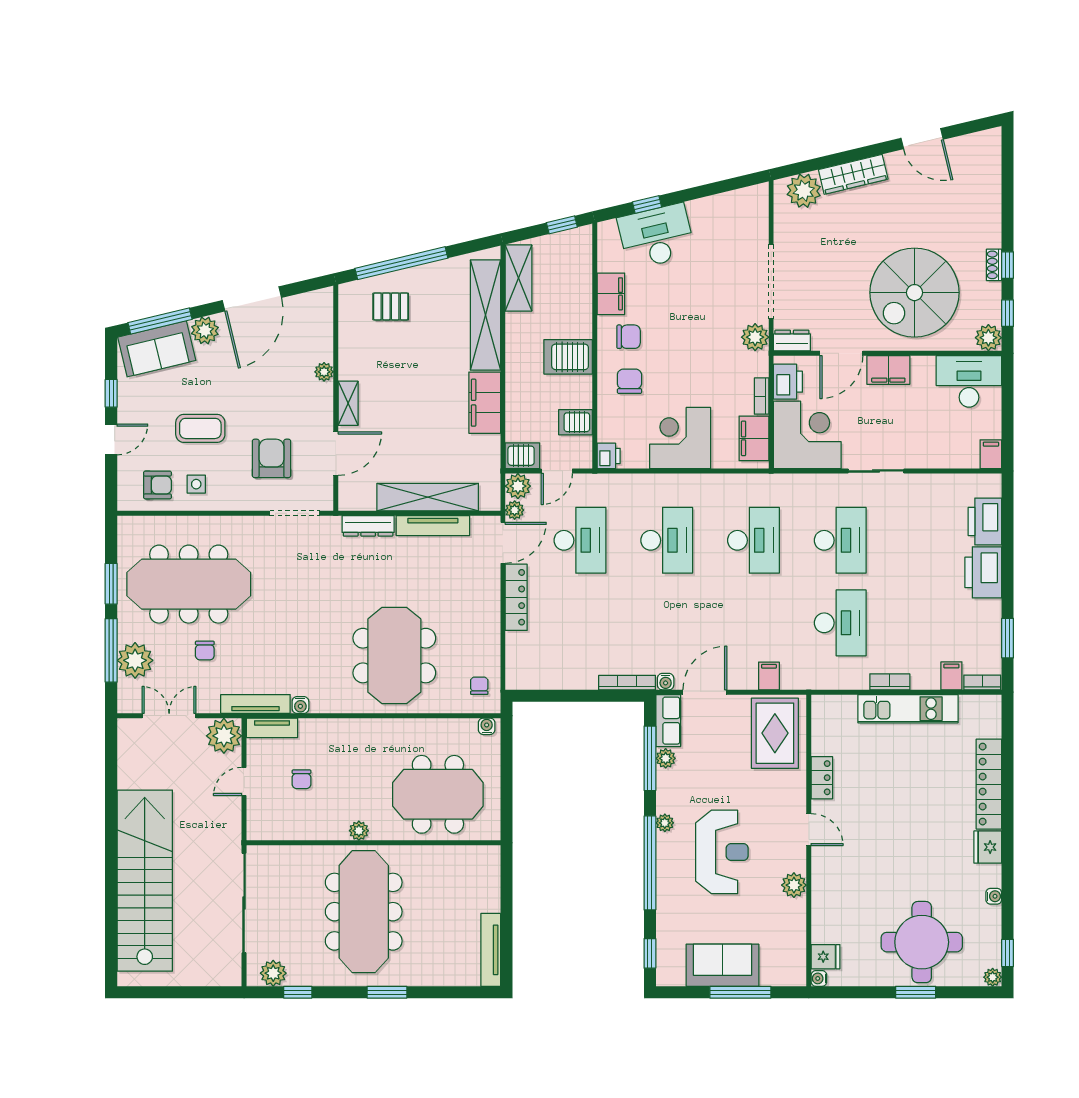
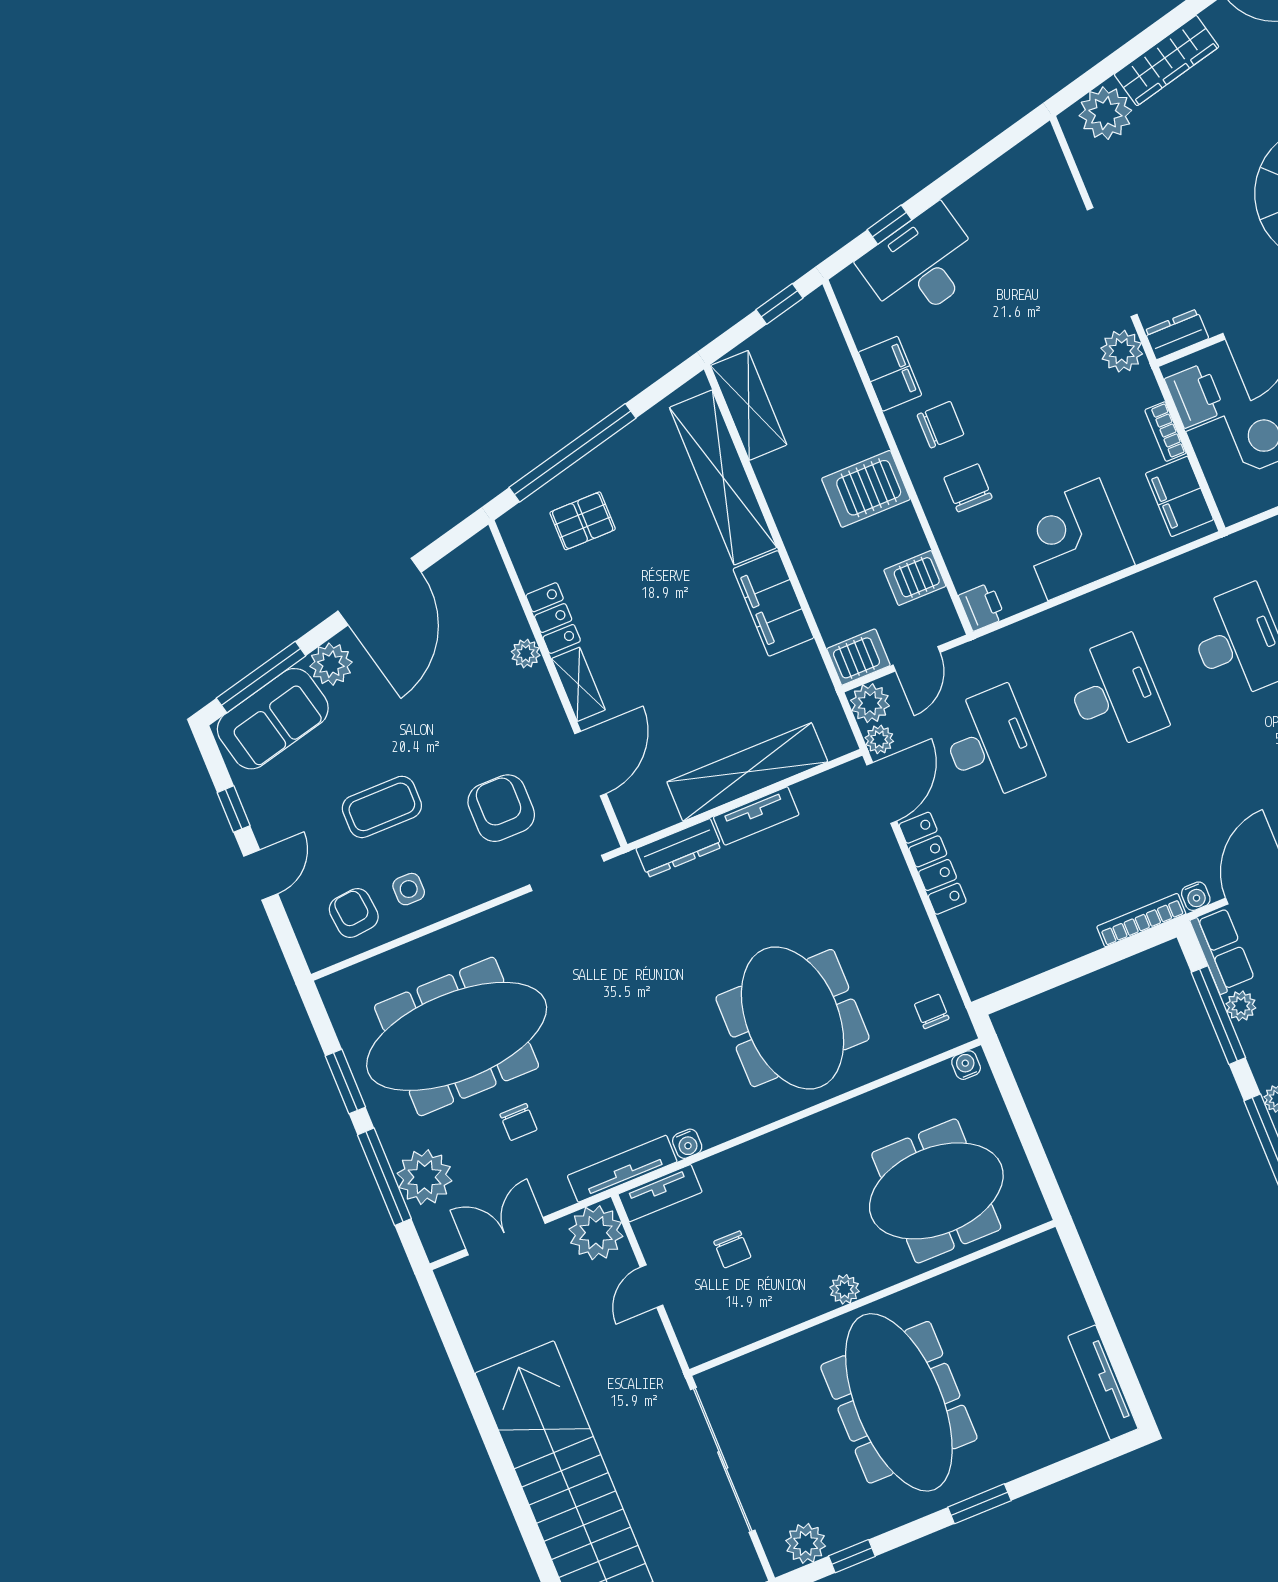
locker: (349, 357) -> (553, 618), added
armchair: (157, 485) -> (354, 913), turned -96
tv unit: (433, 526) -> (756, 816), width x0.71

